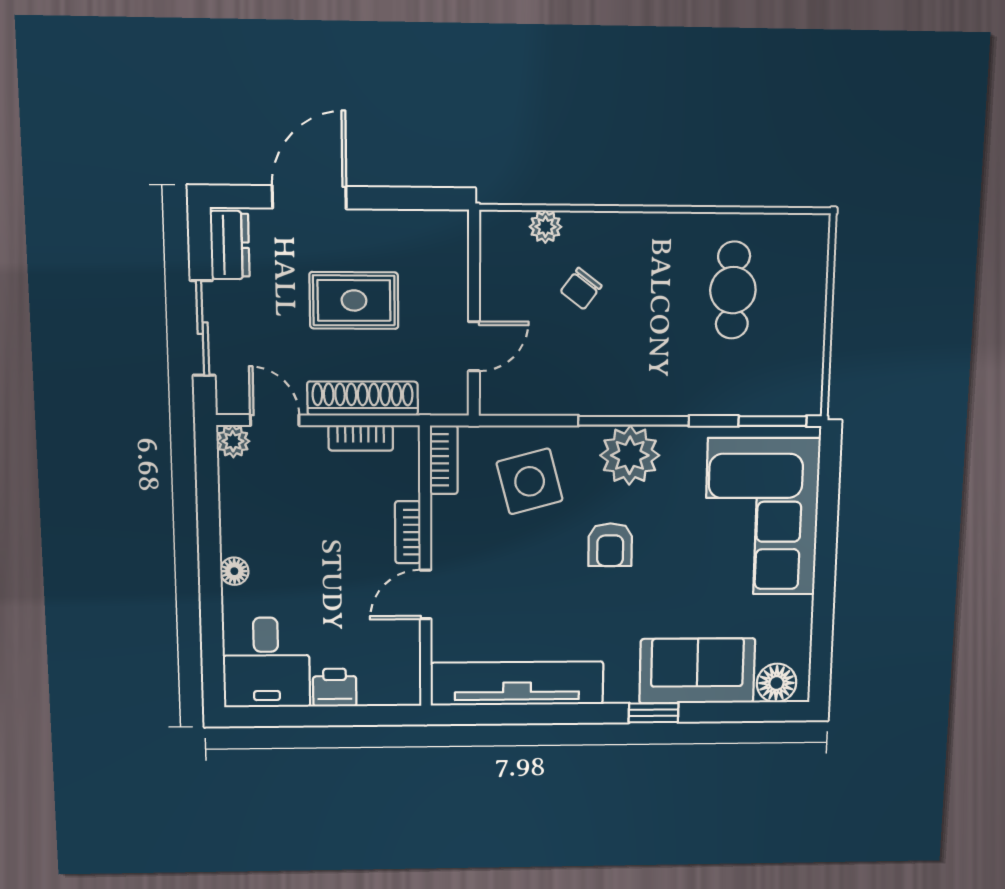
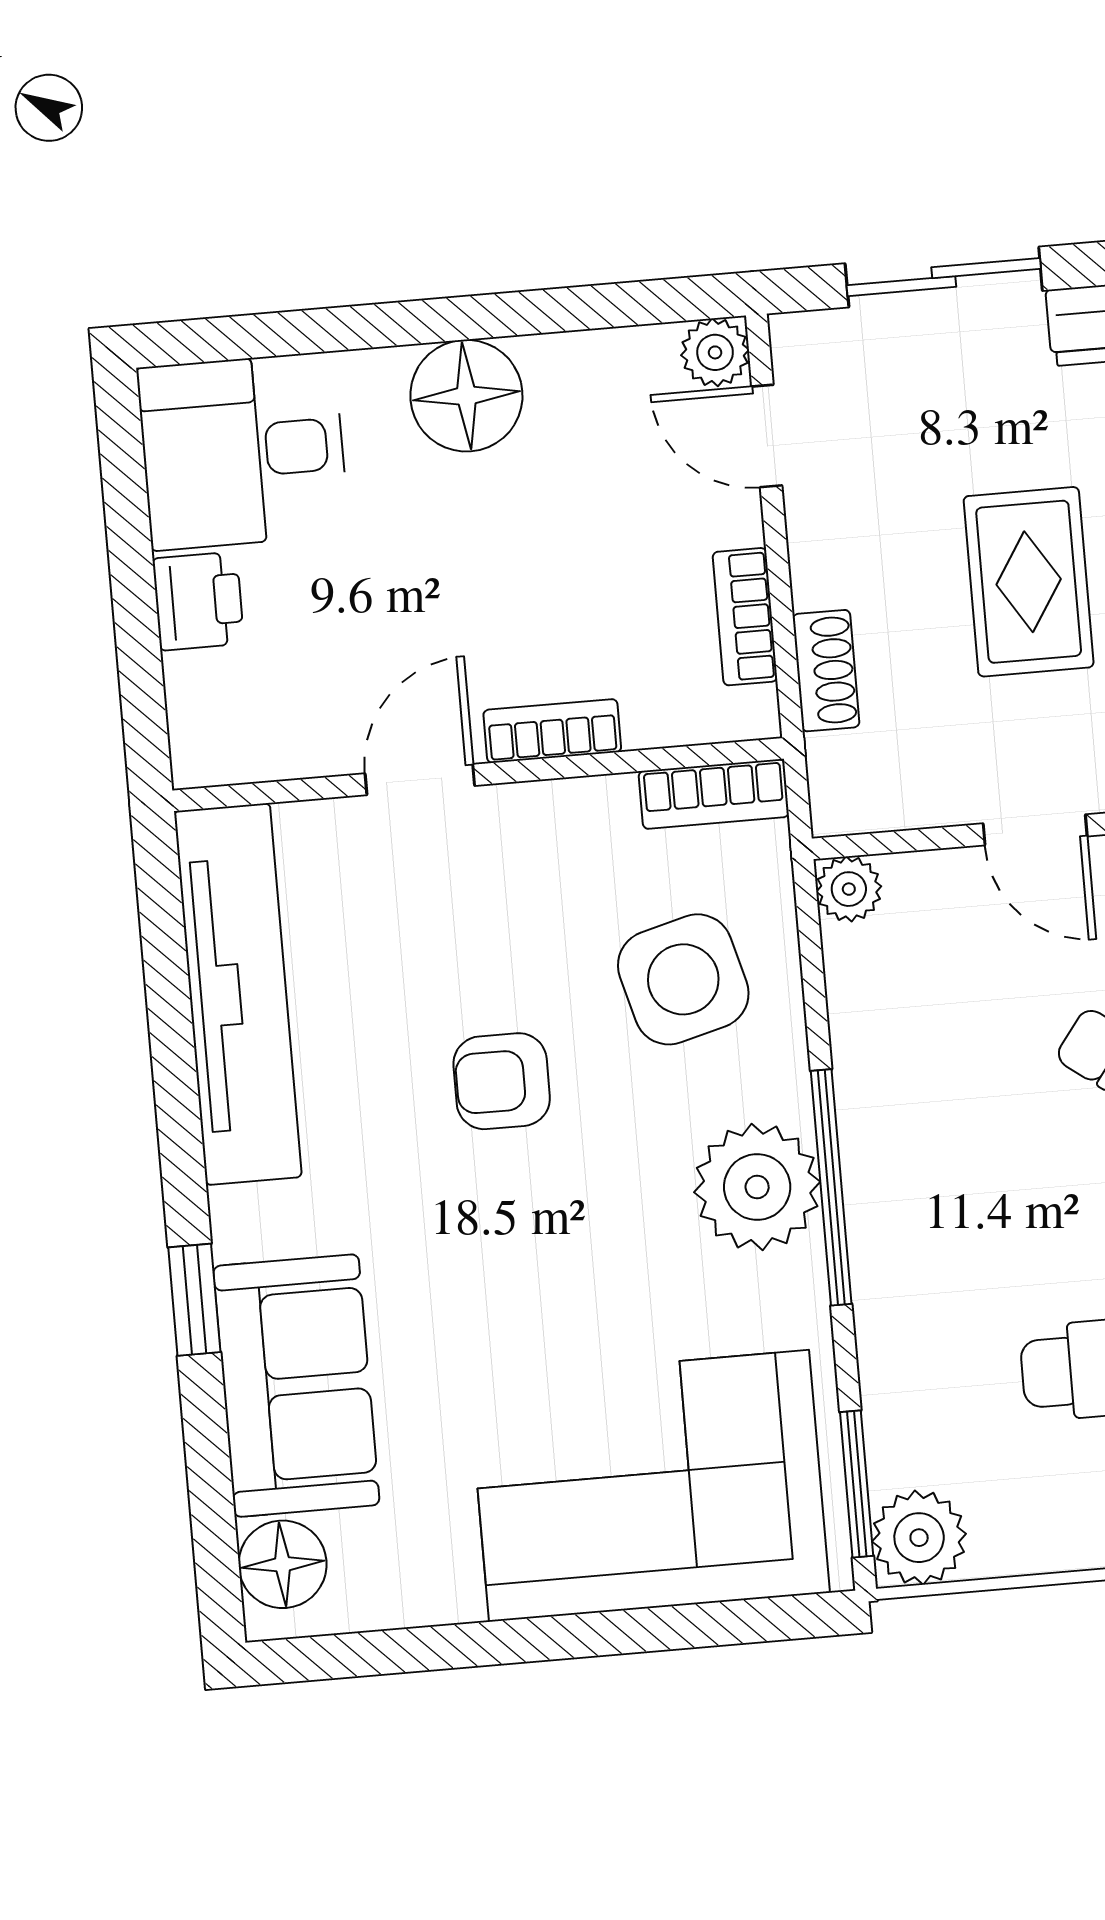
door: (474, 346) -> (1035, 830), moved
plant: (801, 394) -> (919, 1538), added
shoe rack: (363, 399) -> (826, 671), width x0.51, depth x0.81
plant: (494, 400) -> (849, 889), added
door: (275, 420) -> (767, 436), swing flipped
armchair: (610, 545) -> (502, 1081), moved
floor lamp: (234, 571) -> (466, 396), width x1.89, depth x1.89
door: (426, 594) -> (420, 780), hinge flipped

